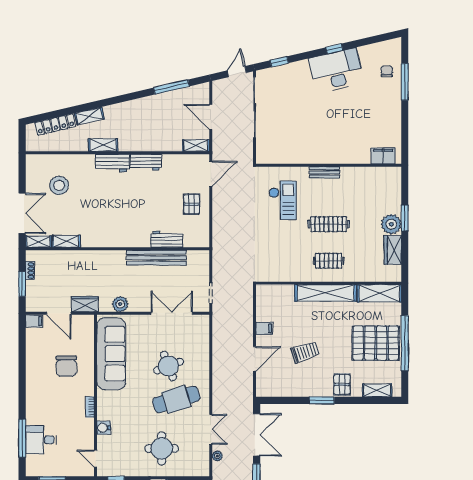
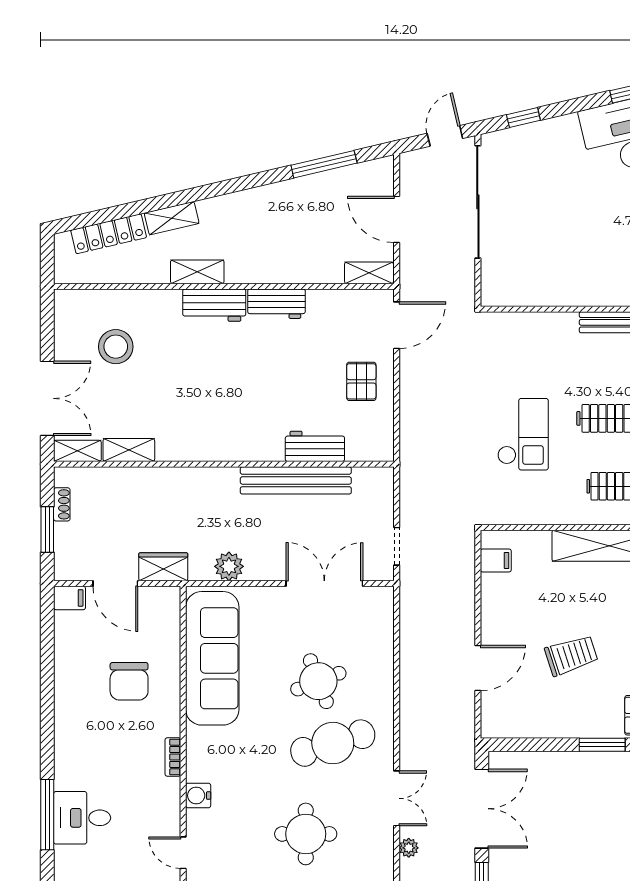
checkout: (283, 200) -> (523, 434), moved
filing cabinet: (264, 328) -> (496, 560), moved

